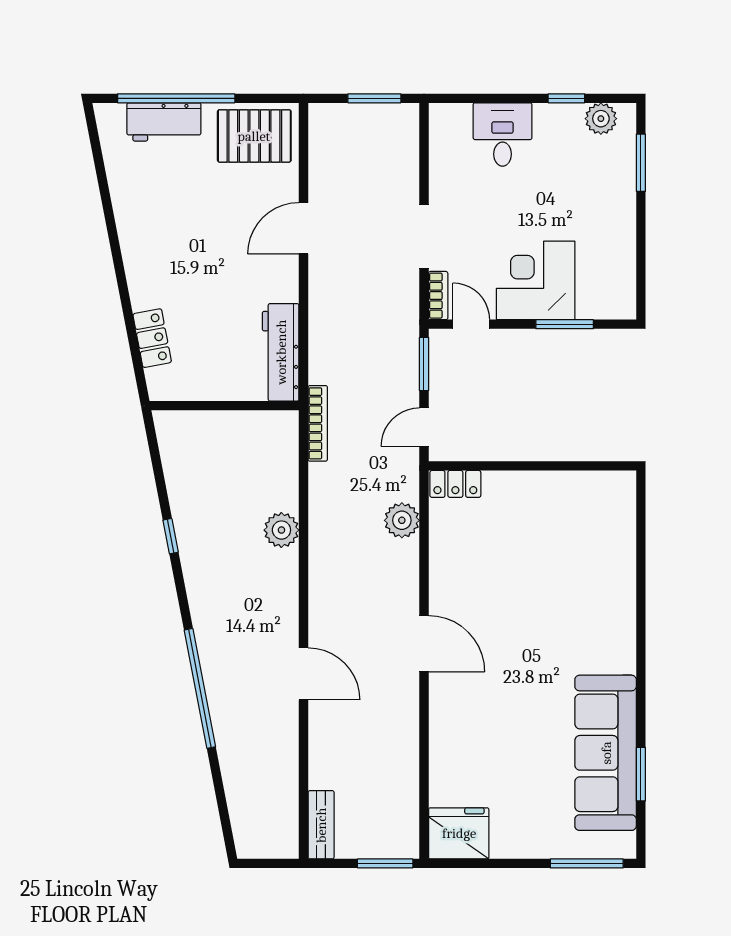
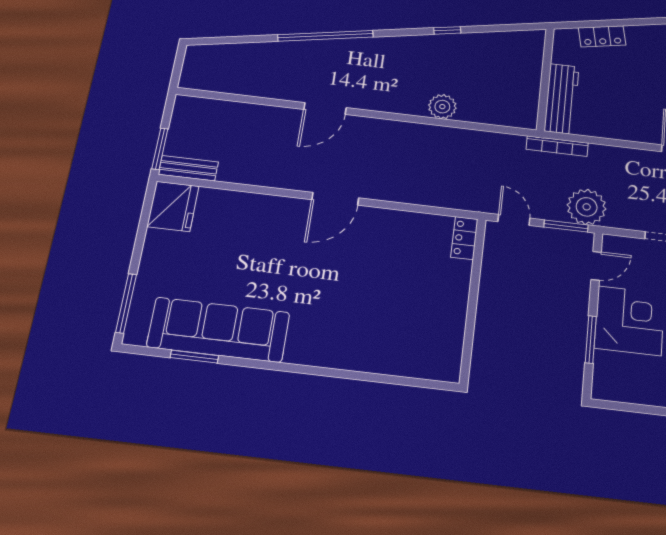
bookcase: (438, 296) -> (622, 243), removed
workbench: (281, 352) -> (562, 99), moved, turned 90
bookcase: (318, 423) -> (557, 146), moved
plant: (402, 520) -> (587, 207), moved, width x1.36, depth x1.36
bench: (321, 825) -> (188, 168), moved

